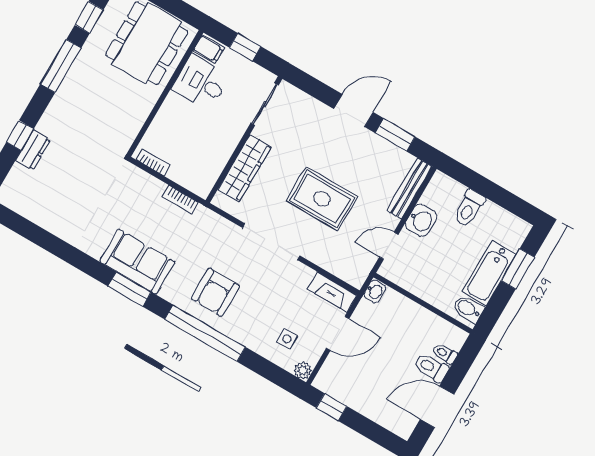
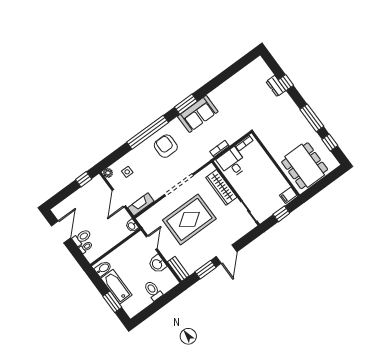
desk: (201, 82) -> (232, 163), moved, turned -90
bench: (409, 188) -> (178, 269), width x0.73
rug: (322, 199) -> (189, 219), width x1.37, depth x1.44

